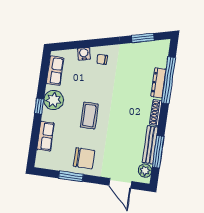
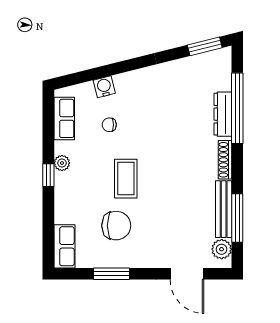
window: (143, 38) -> (205, 46), moved
chair: (102, 59) -> (109, 125), moved
plant: (54, 100) -> (62, 163), width x0.53, depth x0.53
row of seats: (46, 136) -> (64, 246), moved
chair: (84, 158) -> (116, 226), moved

